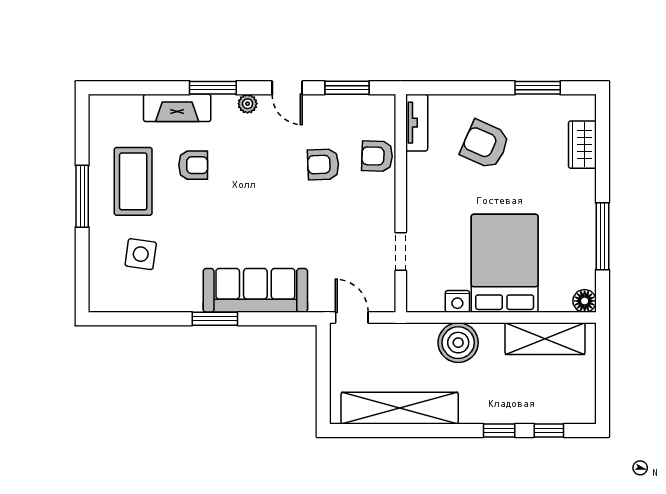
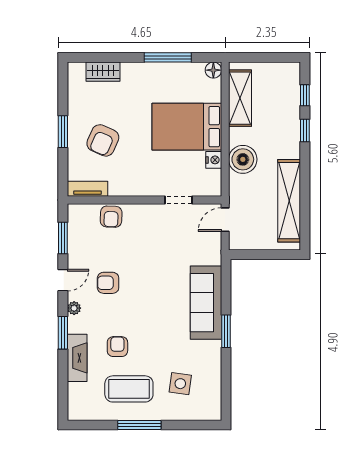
window: (538, 88) -> (63, 132), moved
armchair: (323, 164) -> (108, 283), moved, turned 92
door: (352, 318) -> (225, 220), moved

